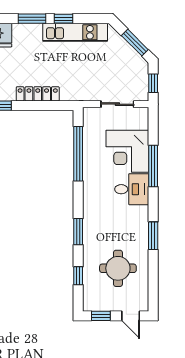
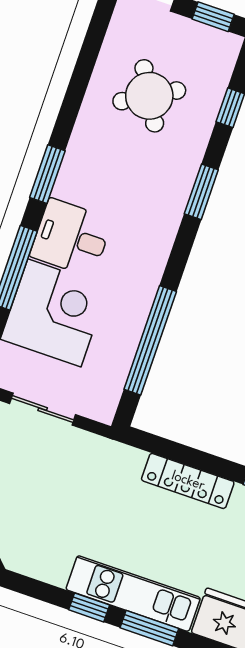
kitchen unit: (75, 32) -> (133, 594), moved
window: (153, 236) -> (47, 174), moved
round table: (118, 268) -> (149, 96), turned -30

